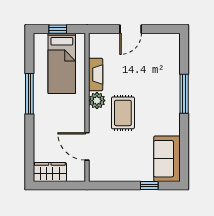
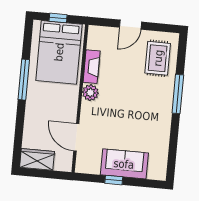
bed: (62, 63) -> (59, 52), width x1.50
rug: (123, 113) -> (158, 58), moved
sofa: (167, 159) -> (124, 164), moved, turned 90
window: (149, 186) -> (114, 180), moved

